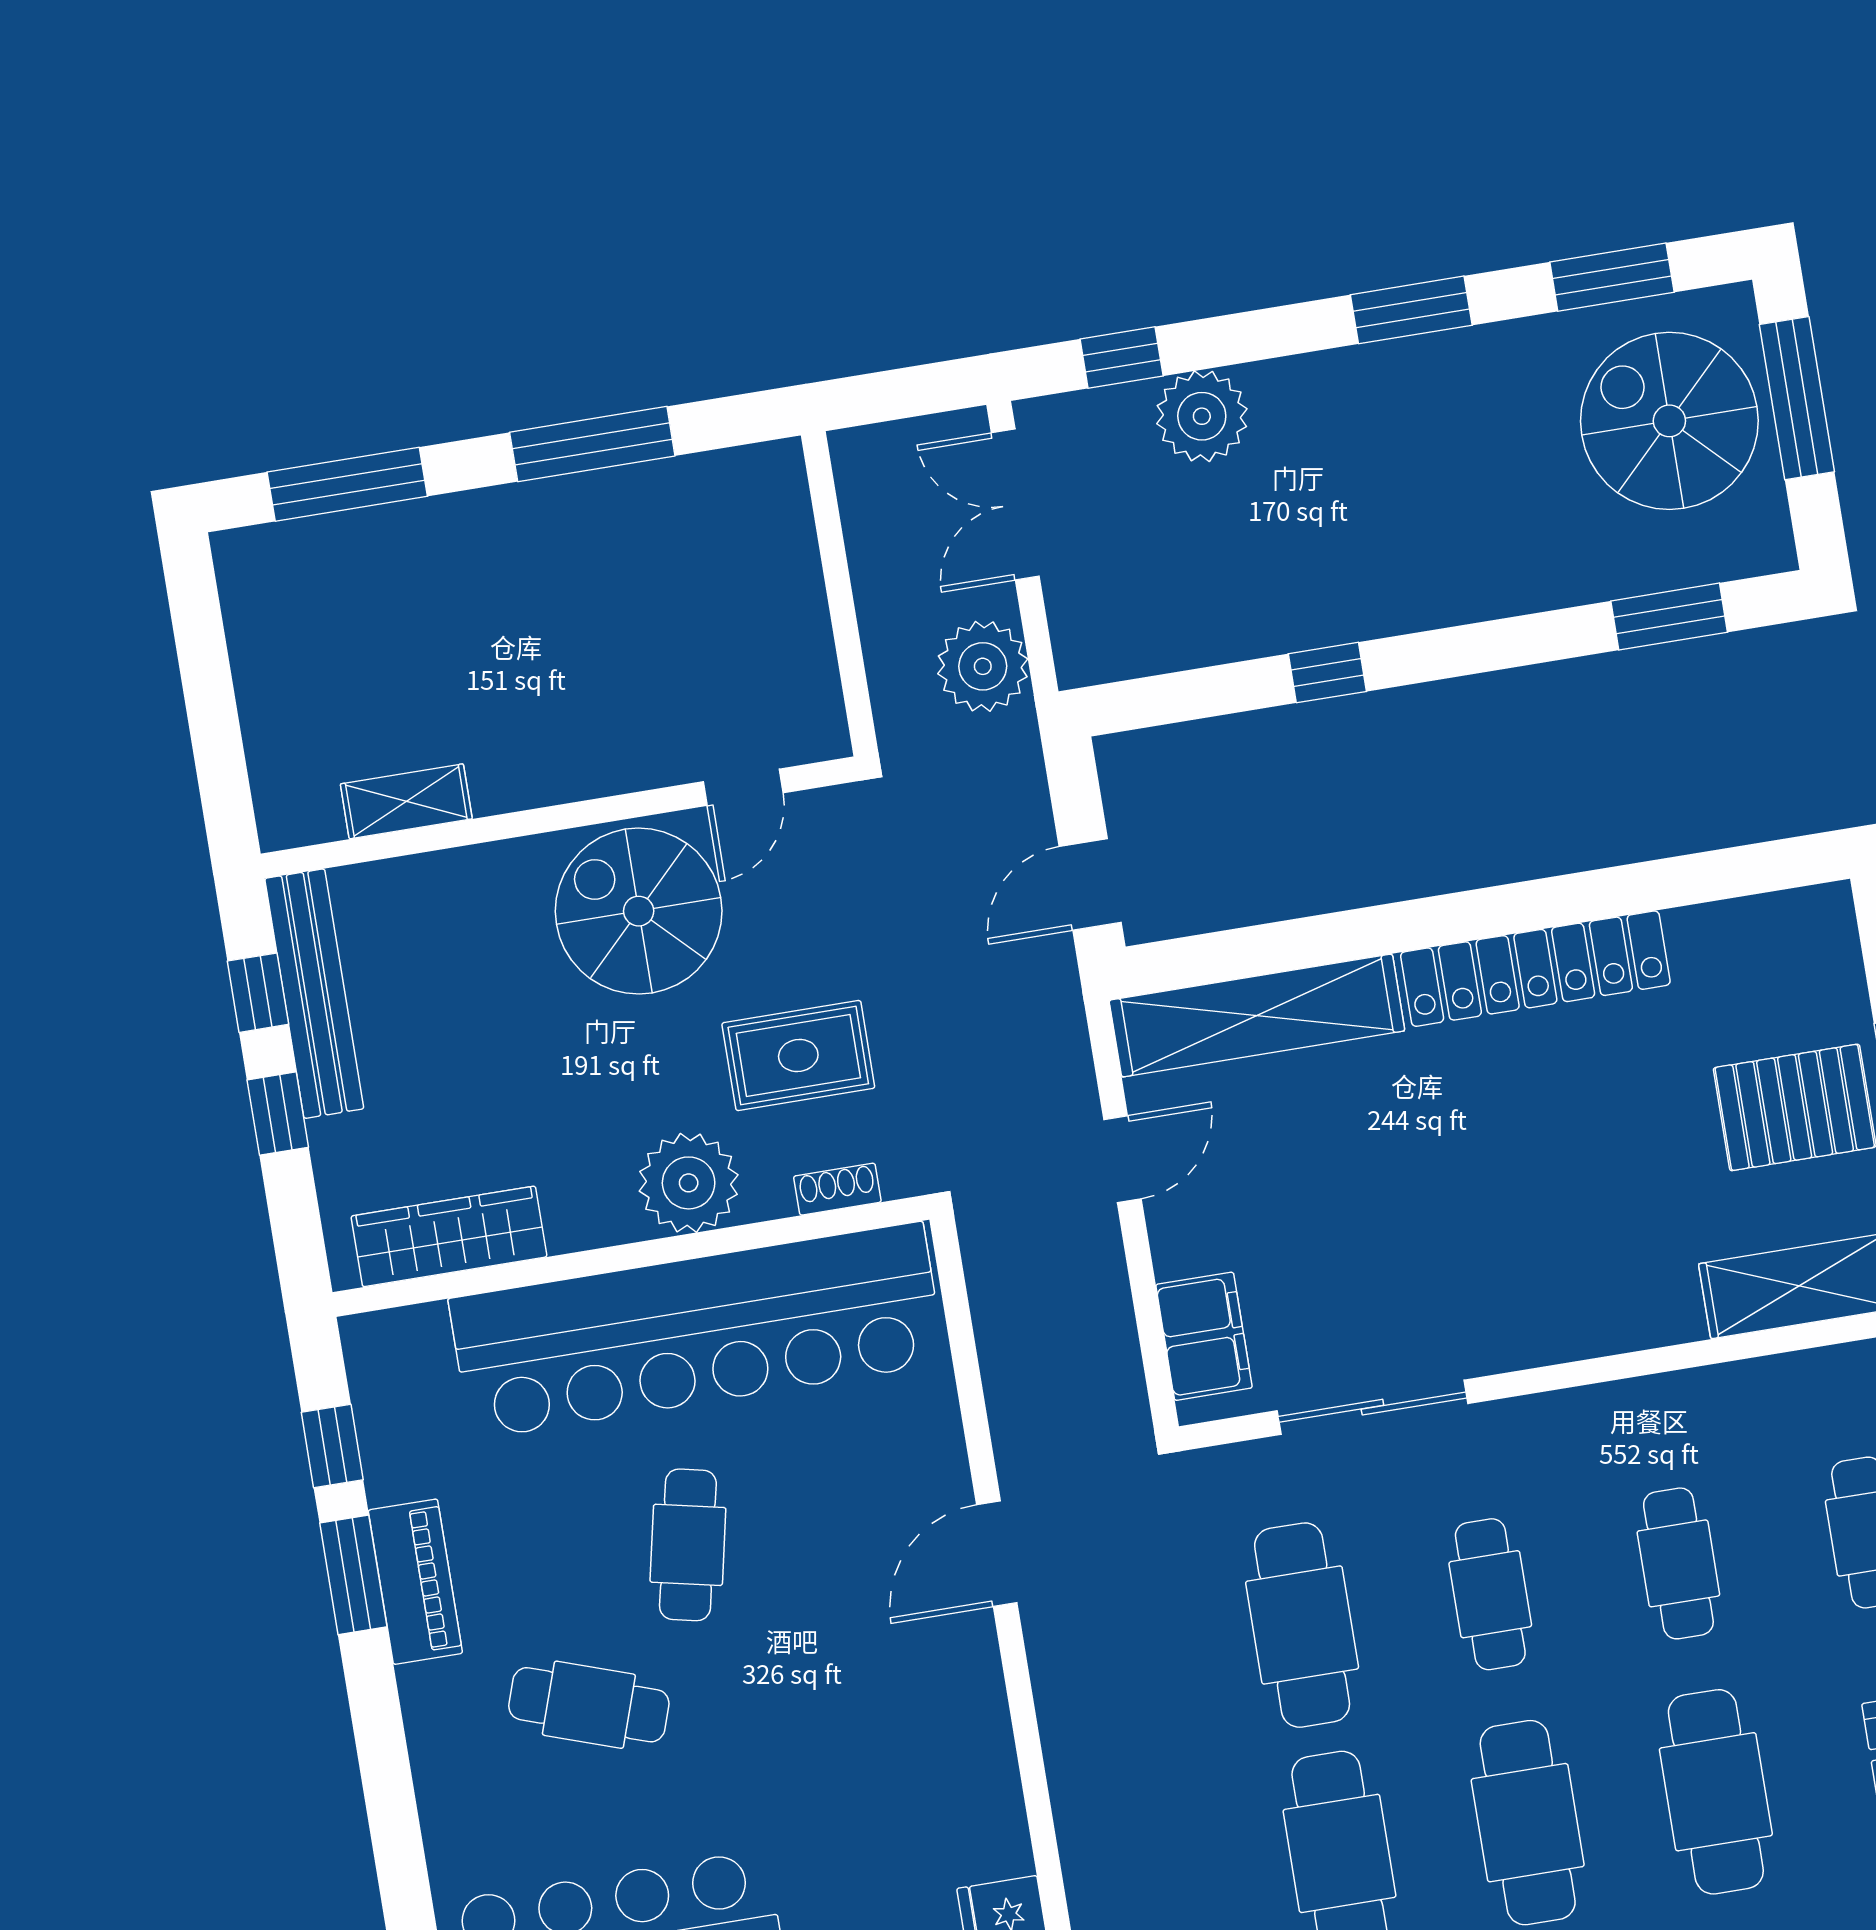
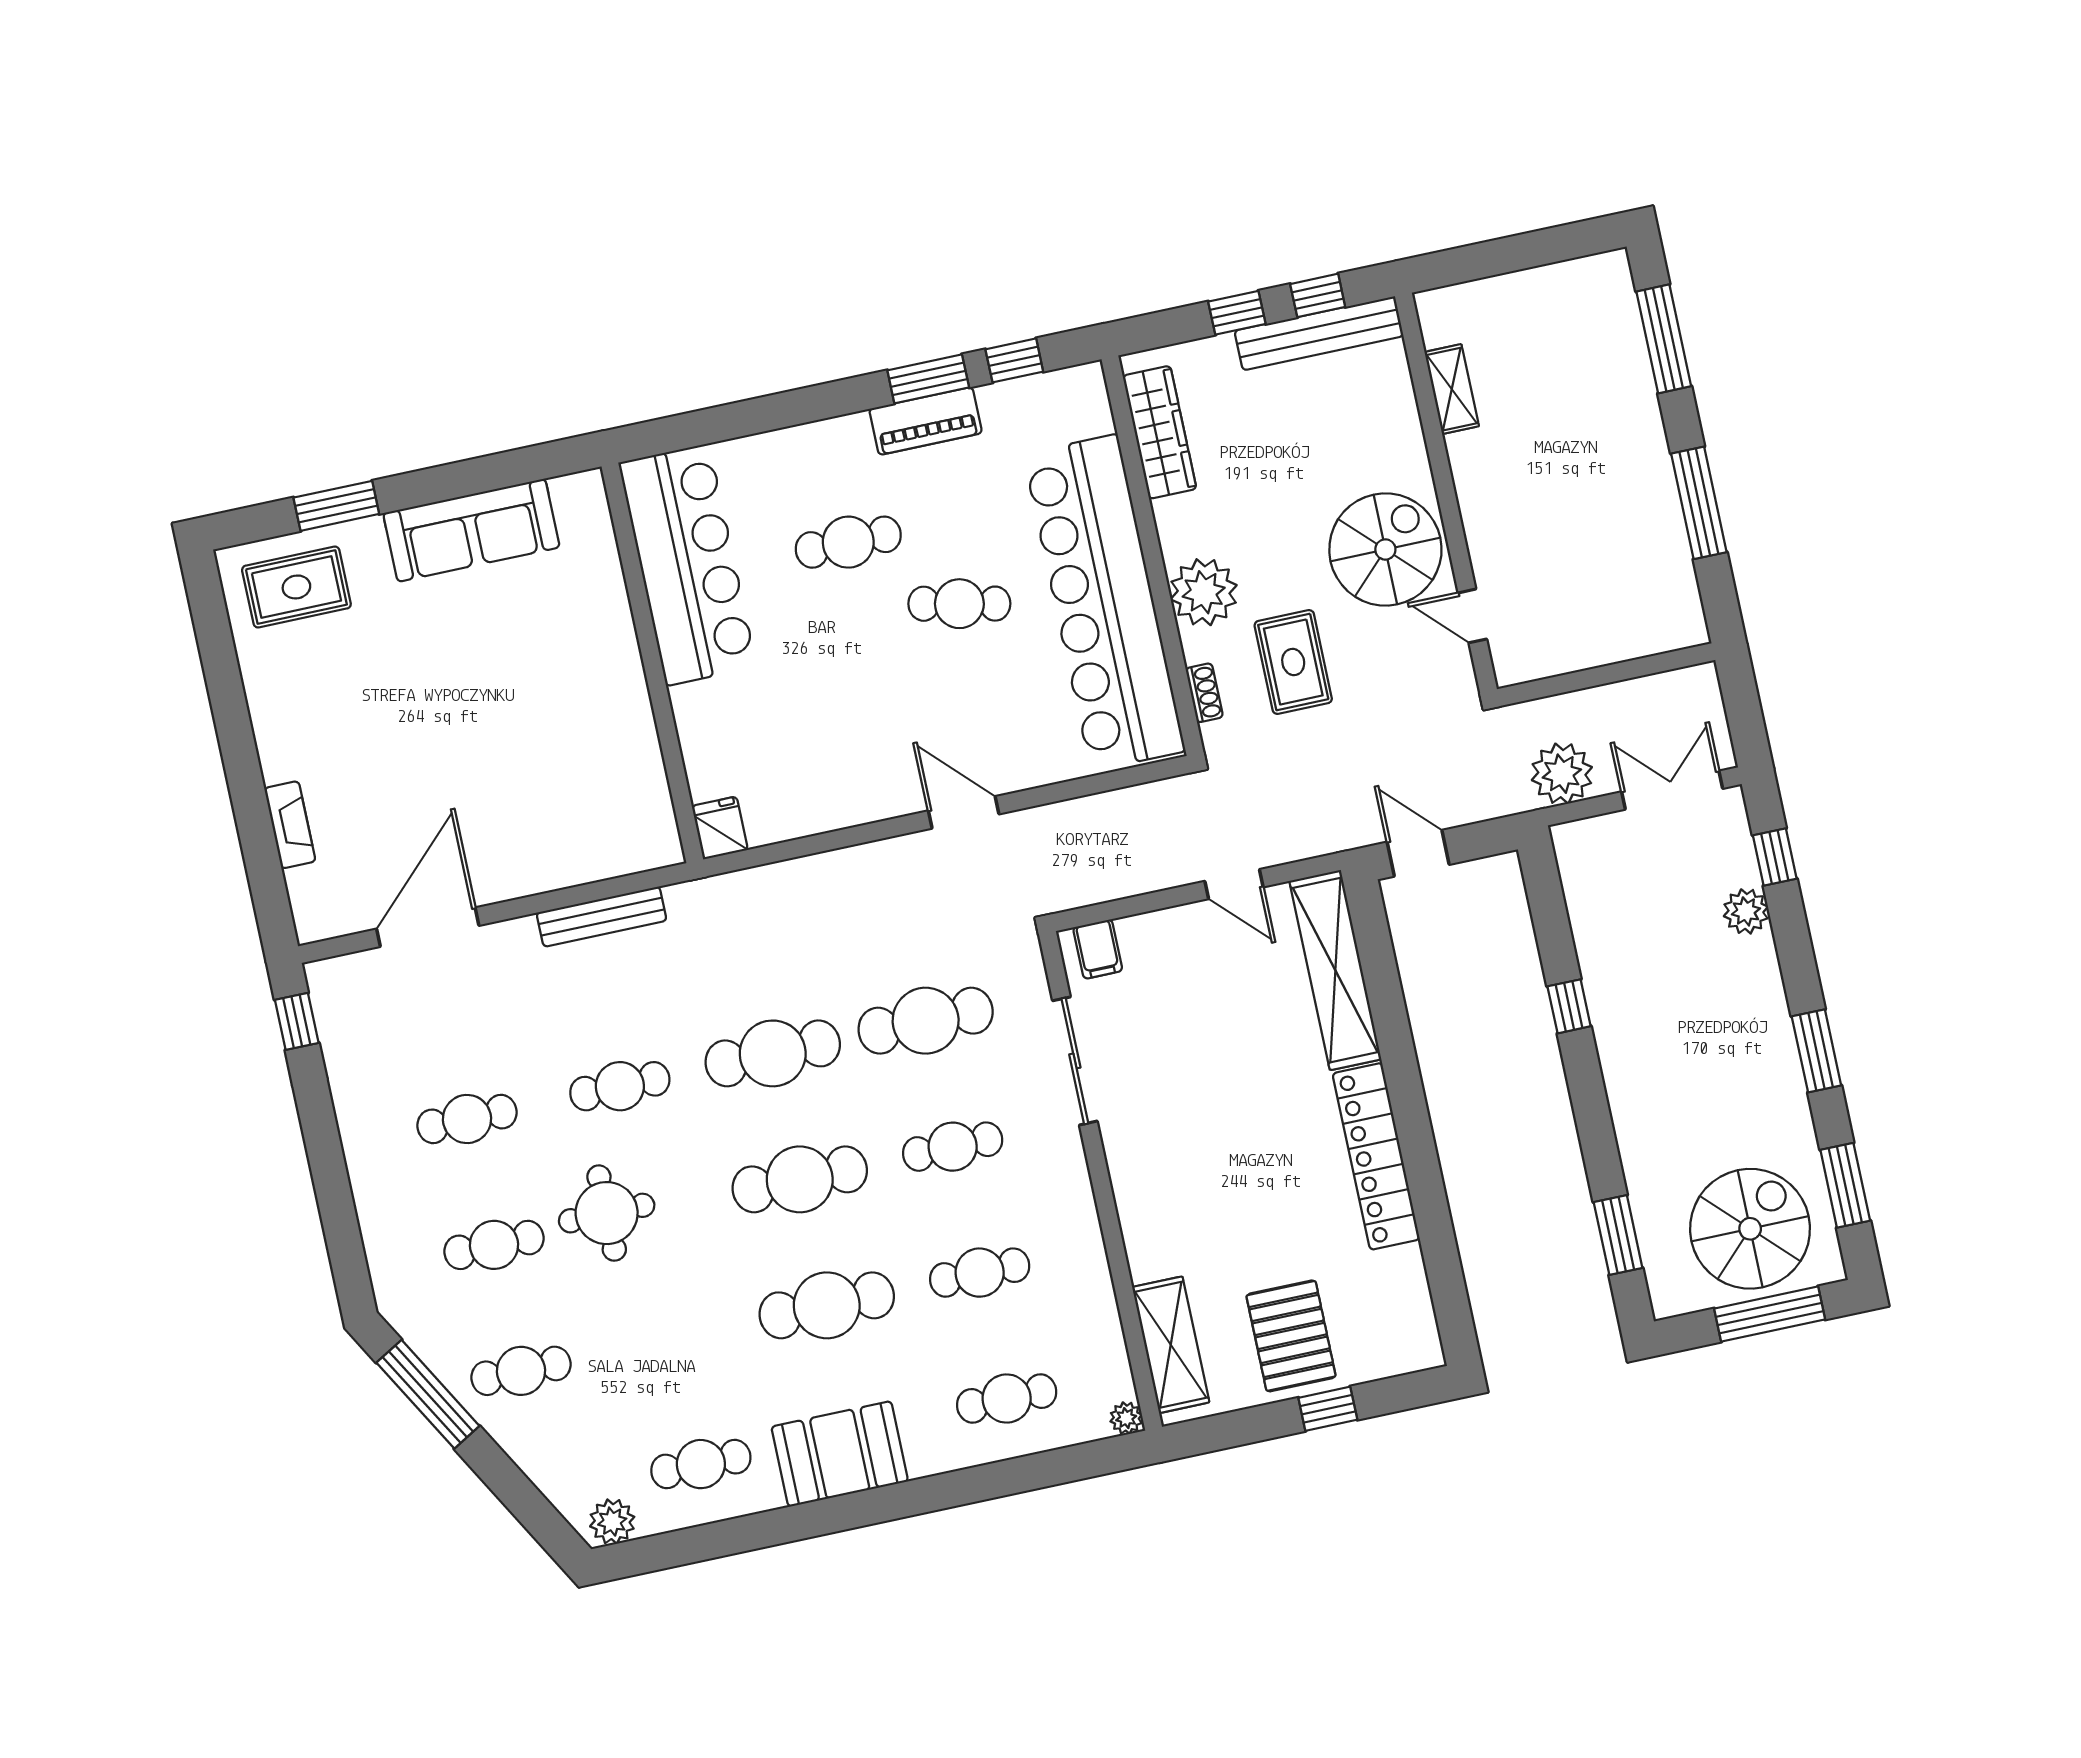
plant: (1202, 416) -> (1746, 911), width x0.73, depth x0.73
filing cabinet: (1204, 1336) -> (1098, 949), width x0.50
cafe table: (589, 1705) -> (848, 542), turned 71

